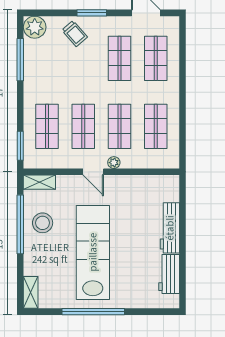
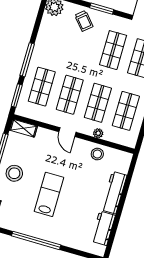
window: (20, 60) -> (27, 60), moved
plant: (114, 163) -> (98, 133), moved
stool: (136, 188) -> (97, 154), added
stool: (43, 223) -> (14, 173), moved
lab bench: (93, 252) -> (49, 194), width x0.54, depth x0.72

